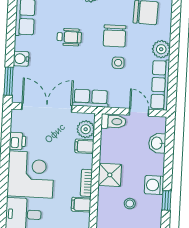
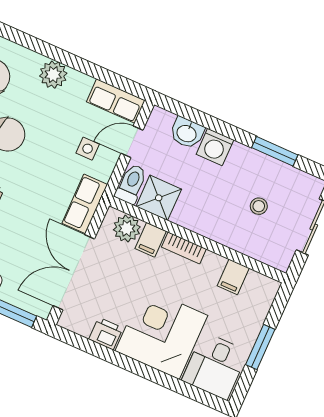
side table: (118, 63) -> (88, 149), moved
row of seats: (160, 85) -> (116, 101), width x0.68
shower: (110, 175) -> (159, 198), moved
bookcase: (86, 183) -> (184, 248), moved
washing machine: (154, 185) -> (215, 147), moved
window: (167, 200) -> (275, 151), width x1.50

